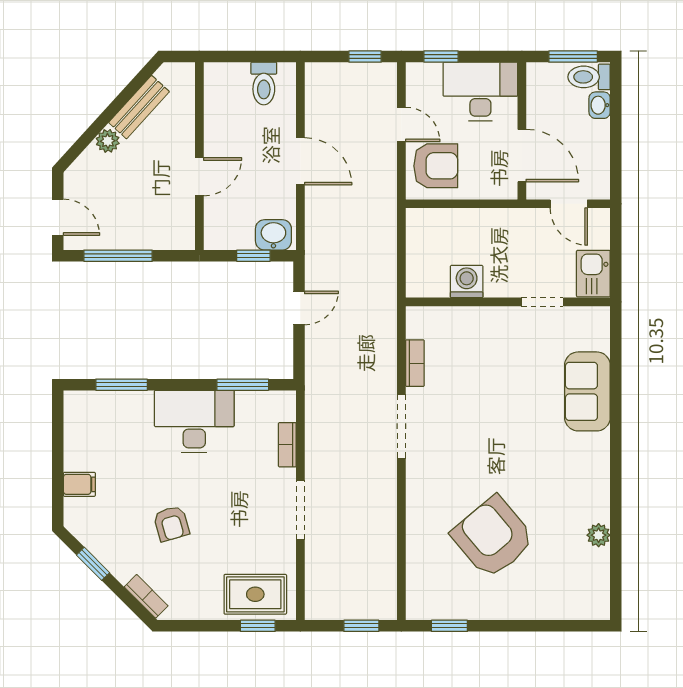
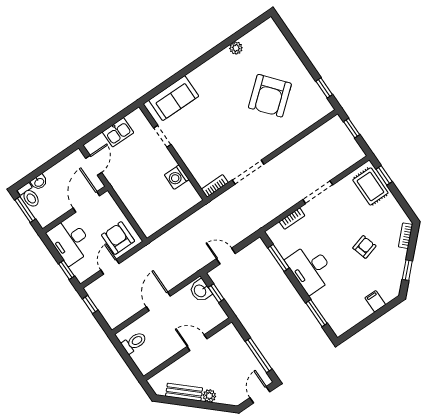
washing machine: (467, 282) -> (177, 177), moved
wall: (508, 302) -> (173, 152), moved
doorway: (542, 302) -> (162, 136), moved

